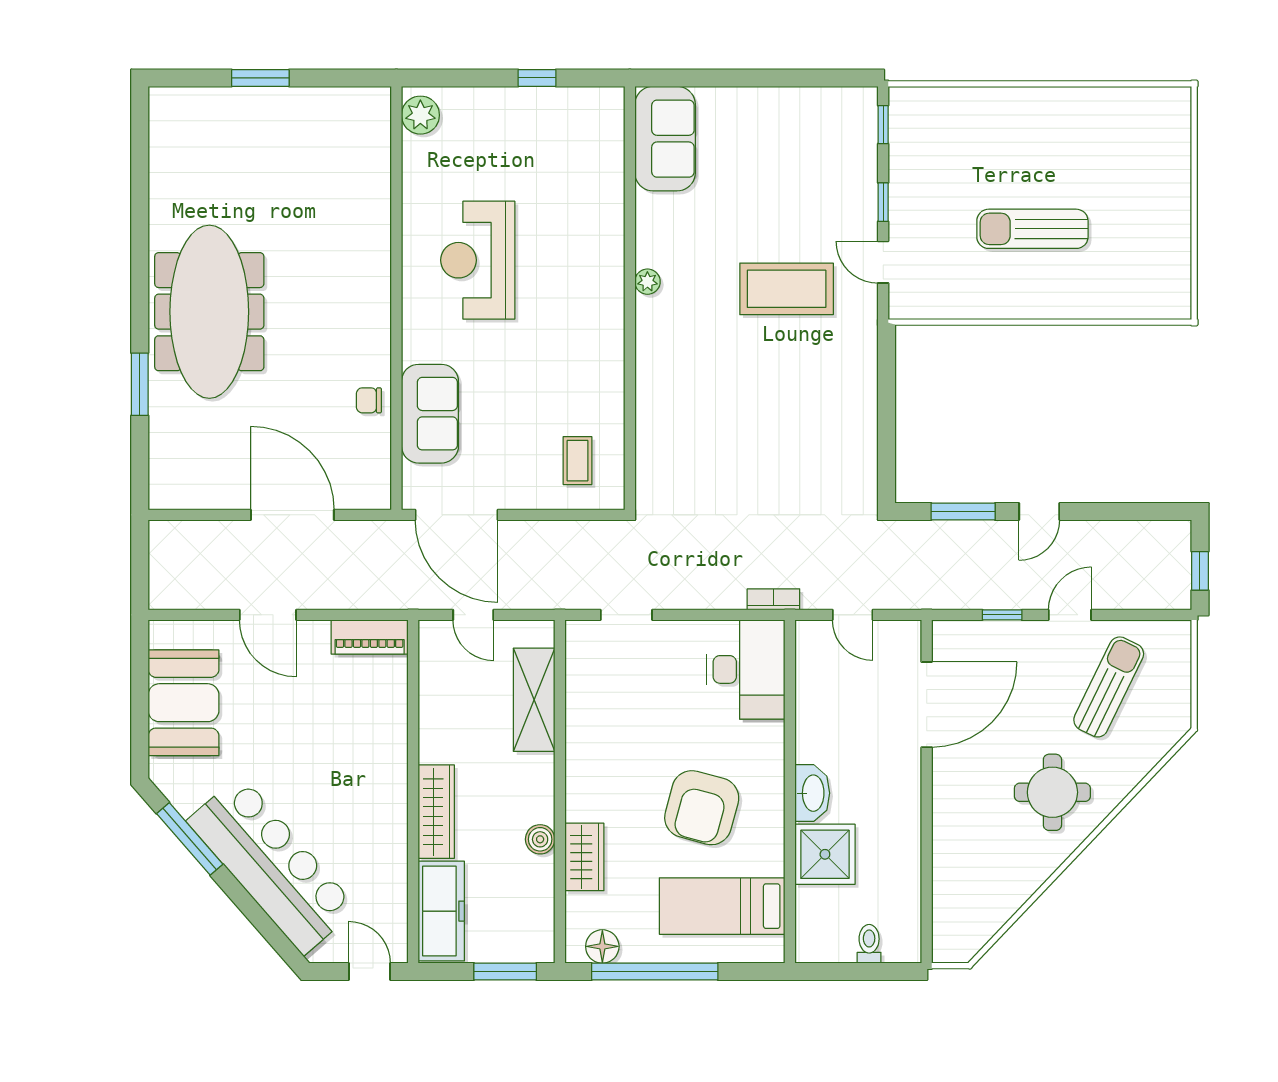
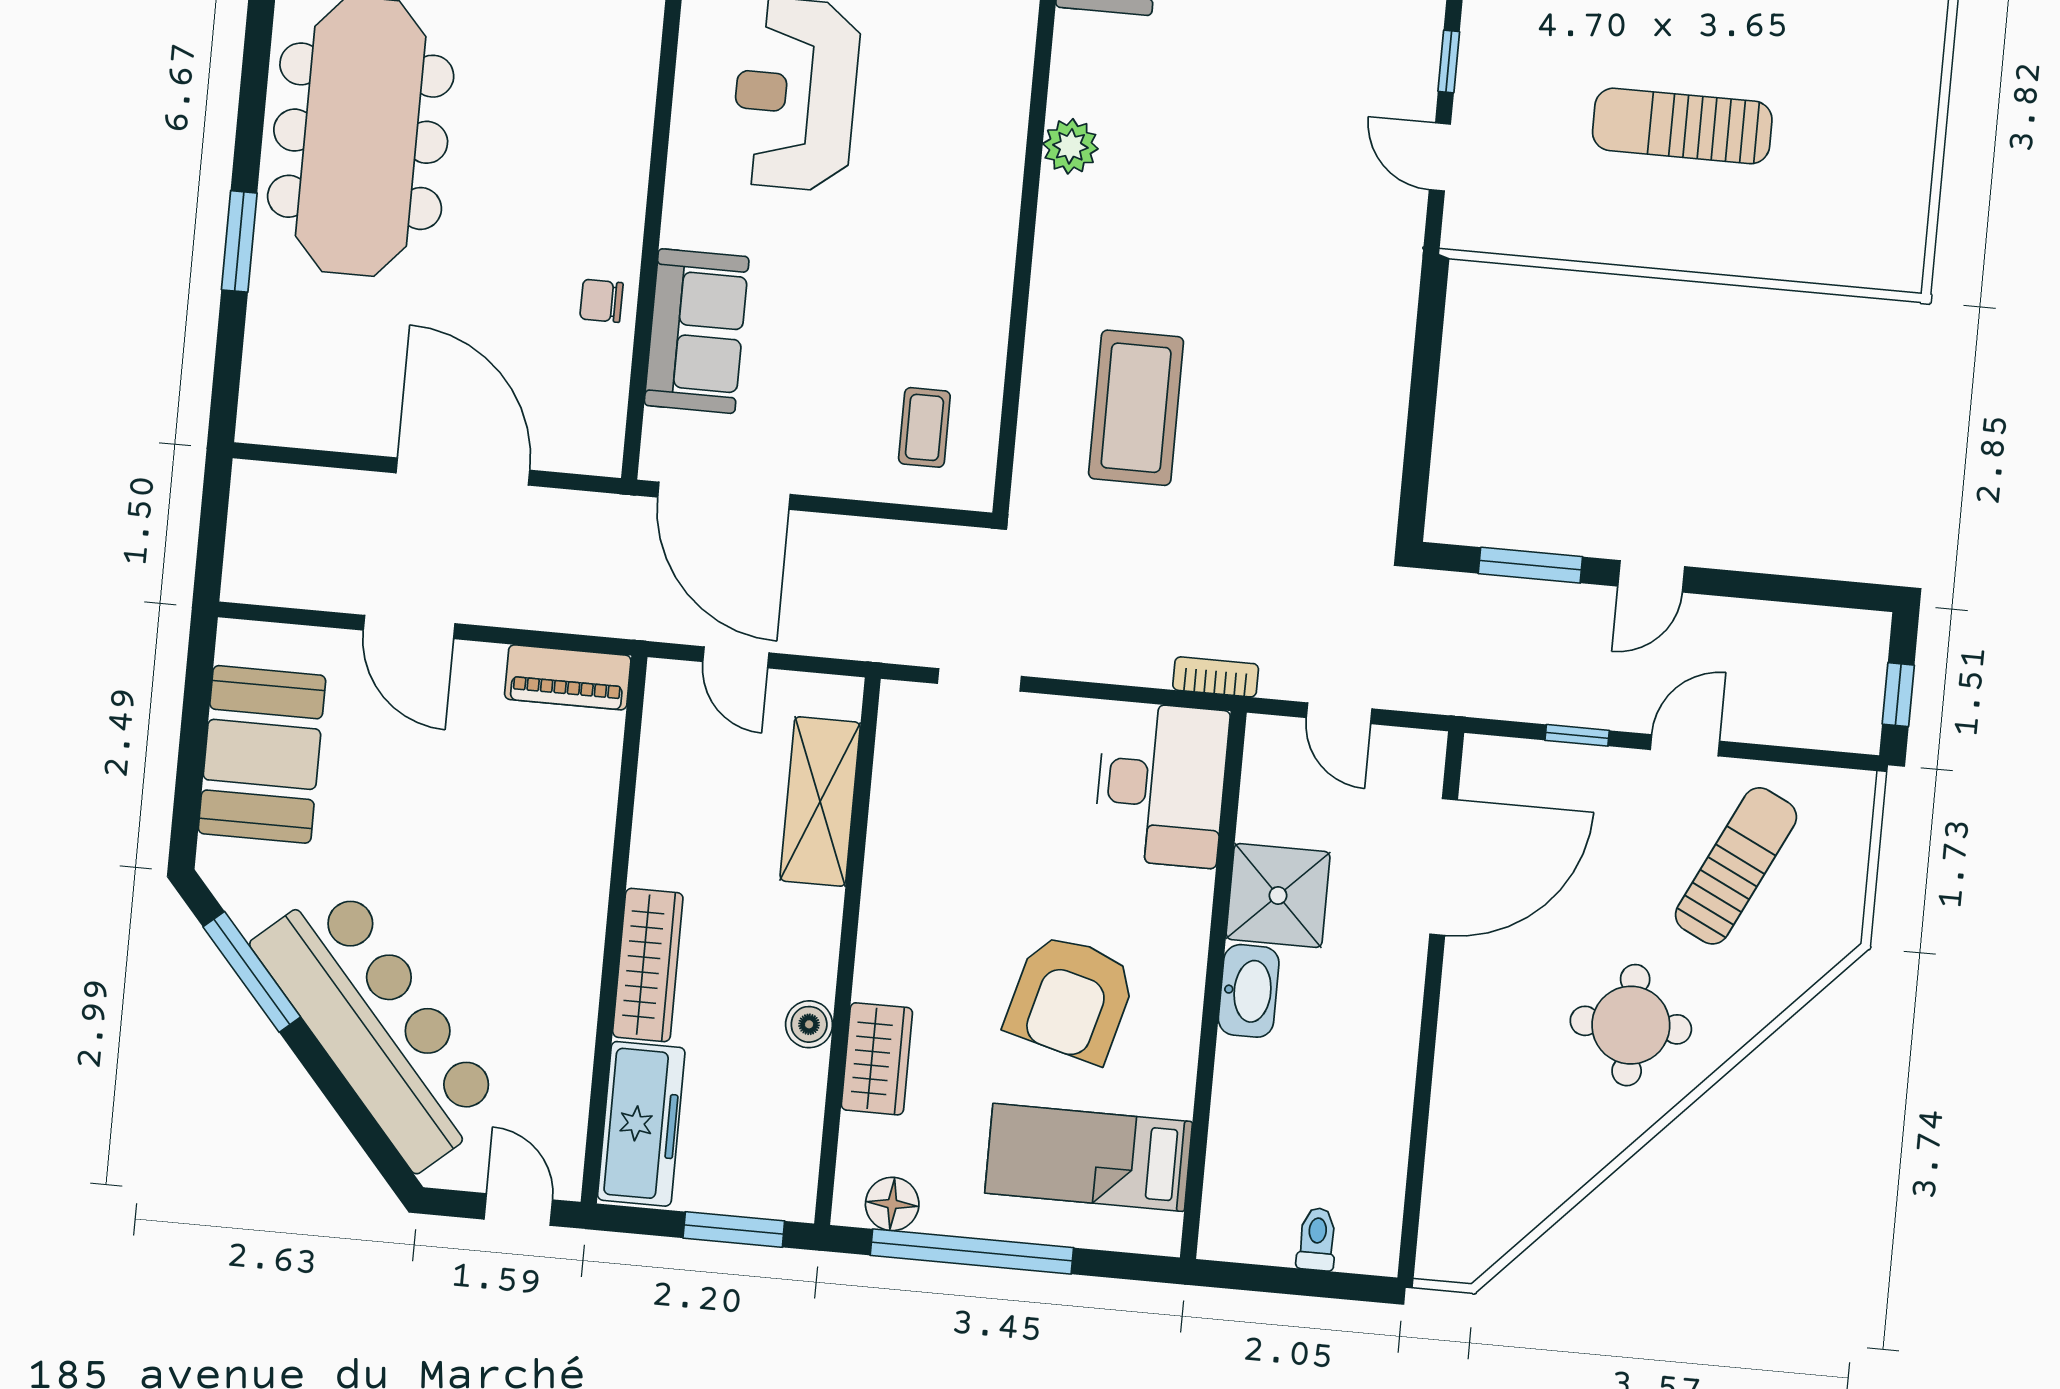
plant: (647, 282) -> (1070, 146), width x1.38, depth x1.38
coffee table: (787, 289) -> (1136, 408), moved, turned 90
shower: (825, 854) -> (1278, 895), moved

